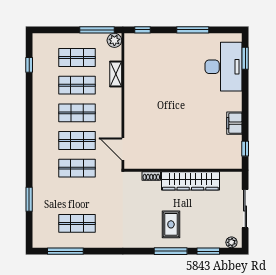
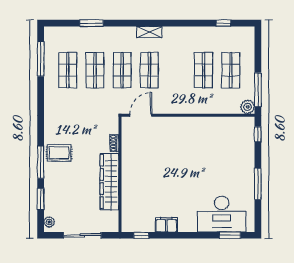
shelving: (116, 74) -> (149, 32), moved
shop shelf: (77, 113) -> (95, 70), moved
rug: (171, 224) -> (59, 153), moved

